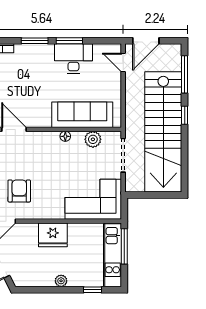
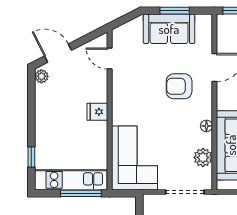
armchair: (19, 191) -> (179, 86), moved, turned 180
fridge: (53, 235) -> (97, 112), width x0.53, depth x0.75
plant: (61, 281) -> (41, 76), moved

